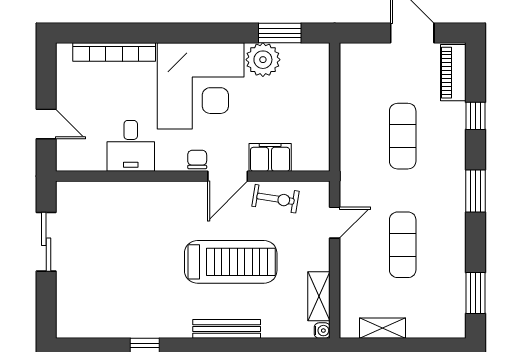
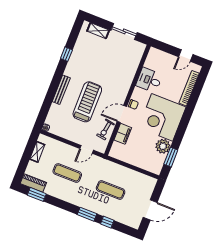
piano: (453, 73) -> (33, 183), moved
door: (46, 124) -> (186, 56), moved
door: (228, 176) -> (122, 114), hinge flipped
window: (475, 191) -> (87, 214), moved
door: (335, 223) -> (87, 149), hinge flipped
treadmill: (231, 262) -> (87, 102), turned 180
shelving: (319, 296) -> (98, 31), moved

